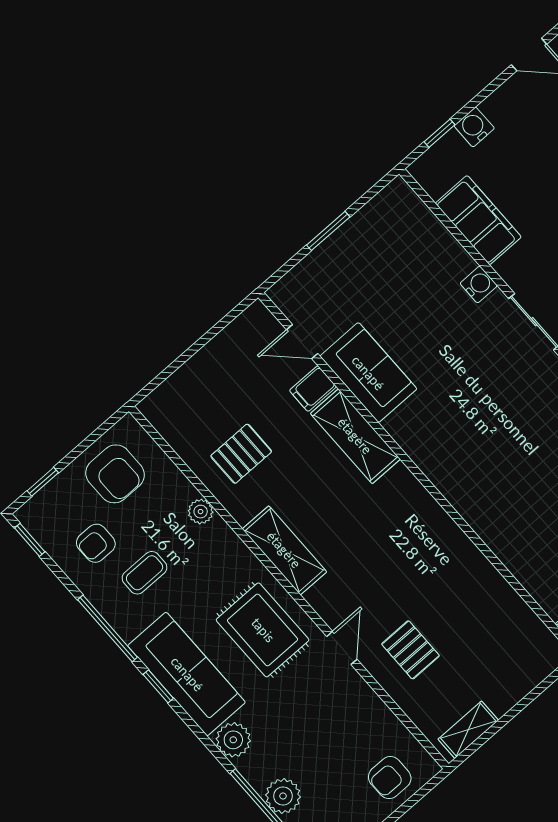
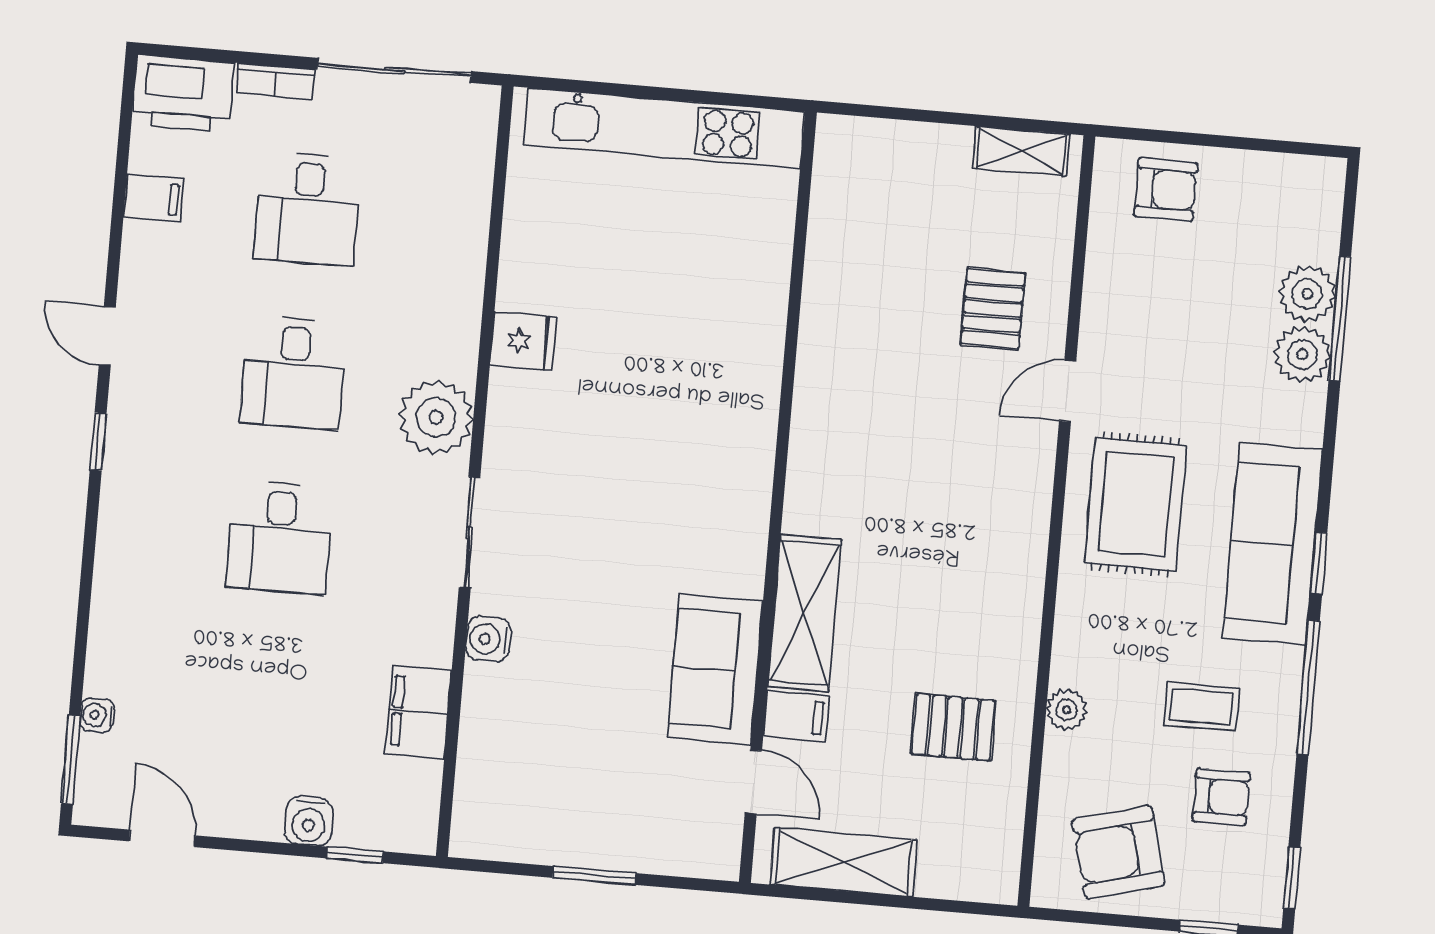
filing cabinet: (478, 220) -> (418, 712), width x0.67, depth x0.86
armchair: (115, 474) -> (1118, 852), turned -105
shelving: (284, 550) -> (843, 862), moved, turned 90
plant: (233, 740) -> (1302, 354), moved

